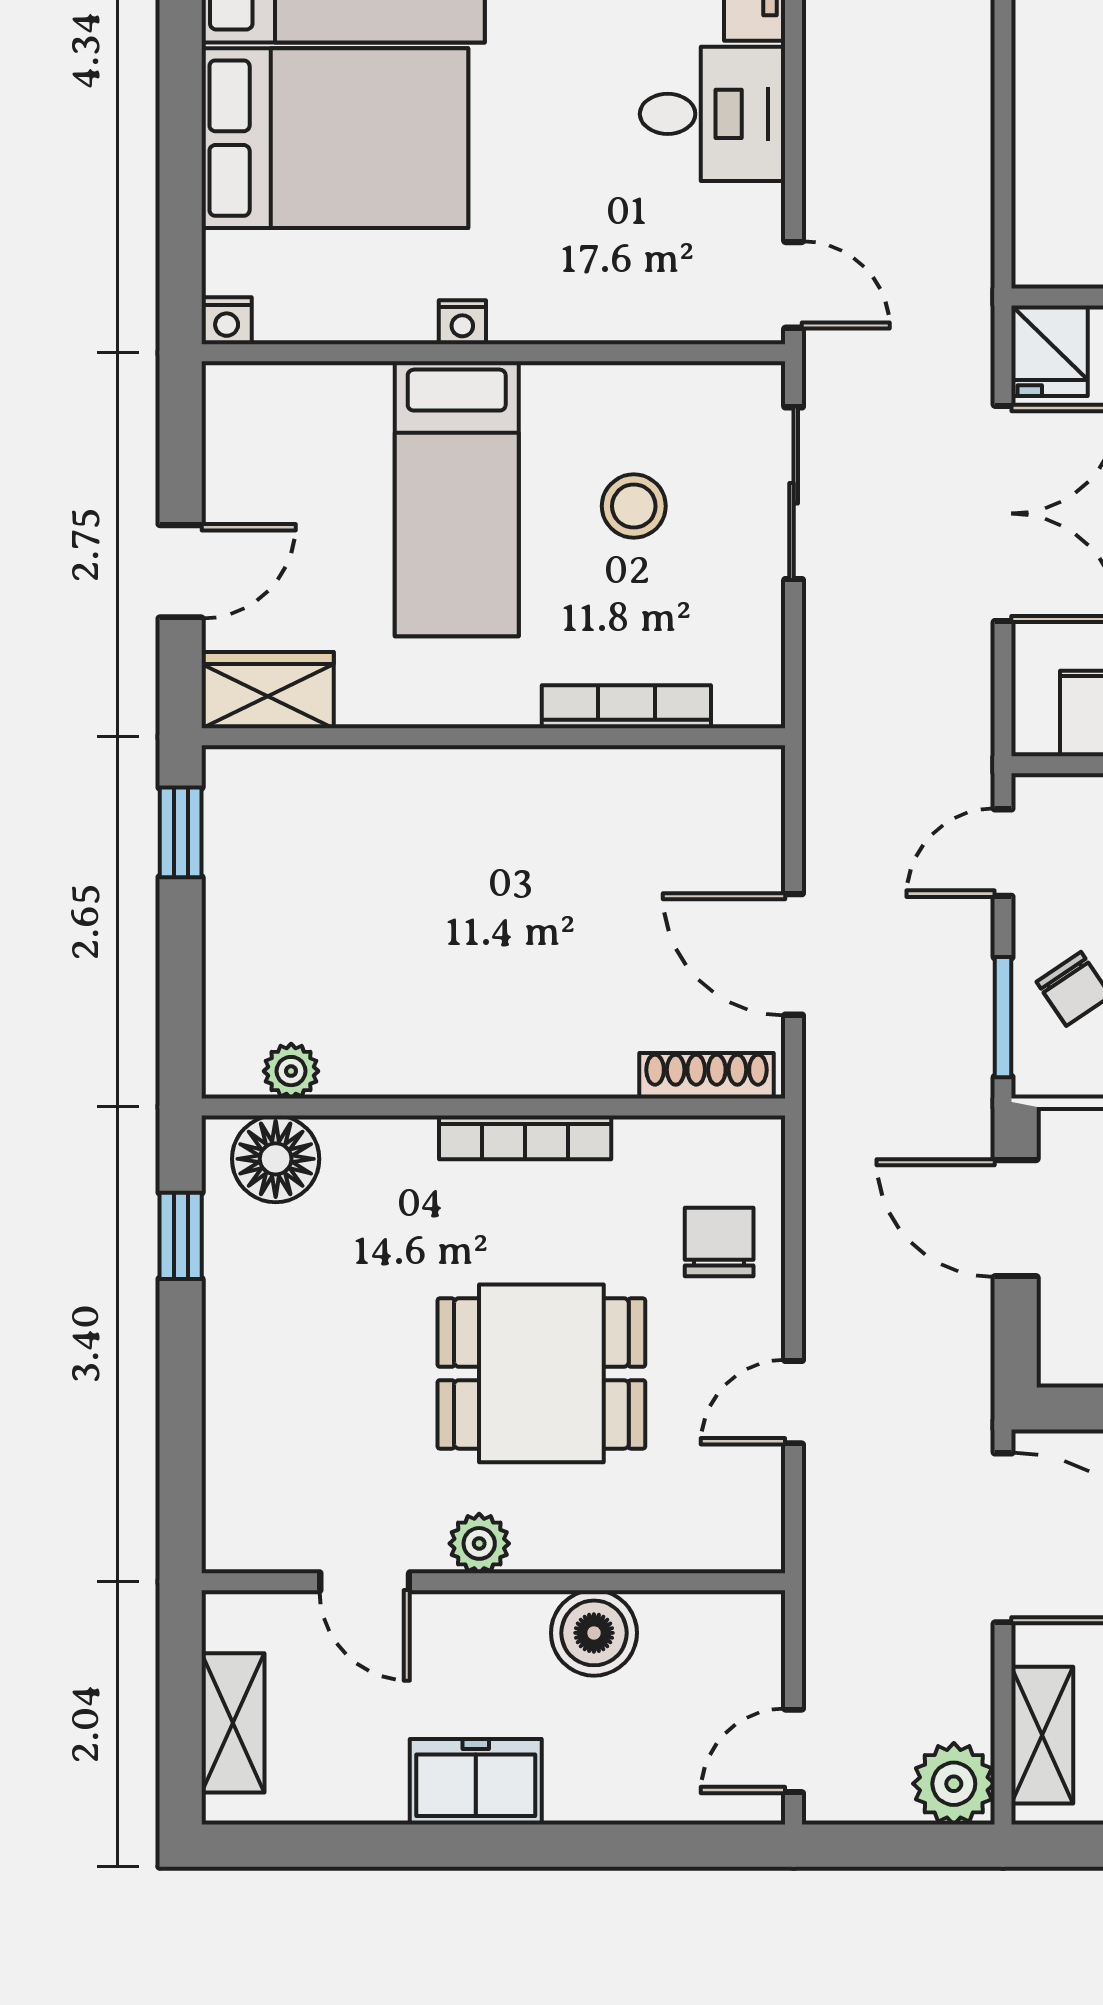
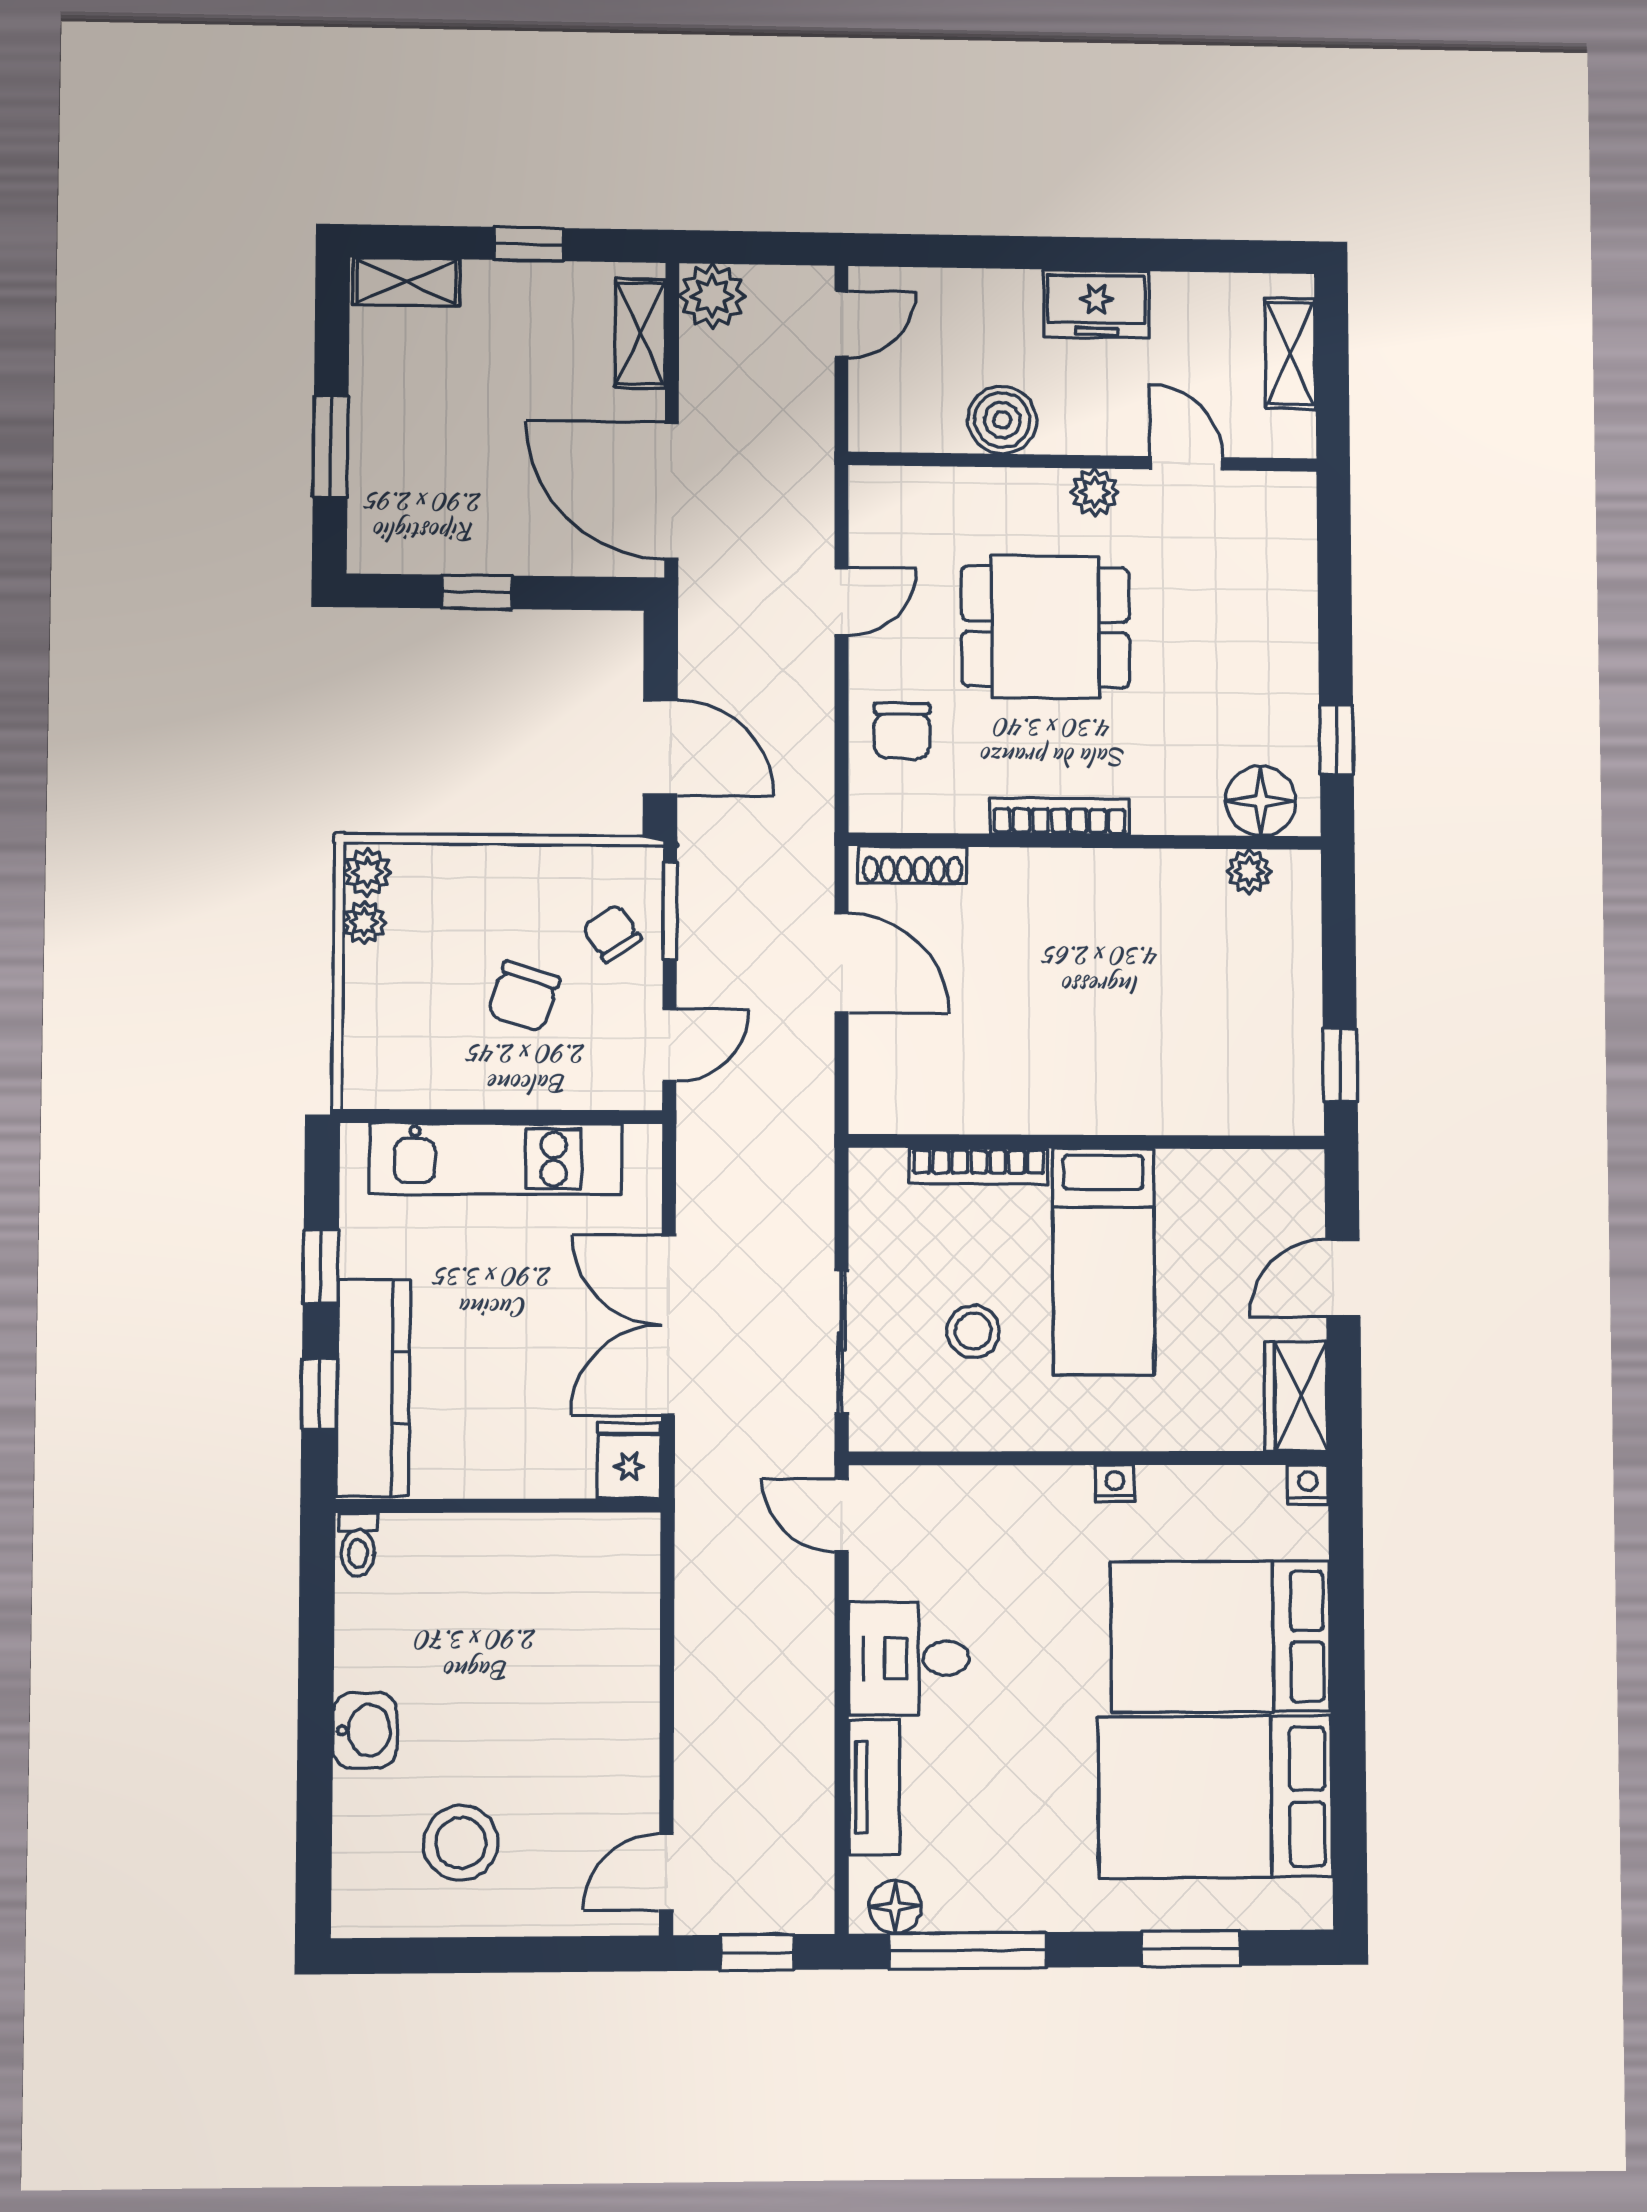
bed: (457, 499) -> (1104, 1261), moved, turned 180
wardrobe: (268, 690) -> (1296, 1396), moved, turned 90

